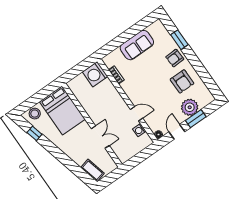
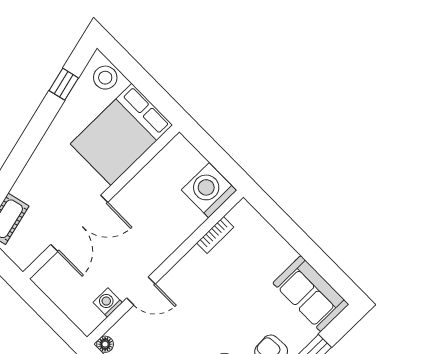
sofa: (137, 45) -> (311, 294), moved
door: (137, 114) -> (141, 291), hinge flipped
double door: (100, 137) -> (79, 223), width x1.37

